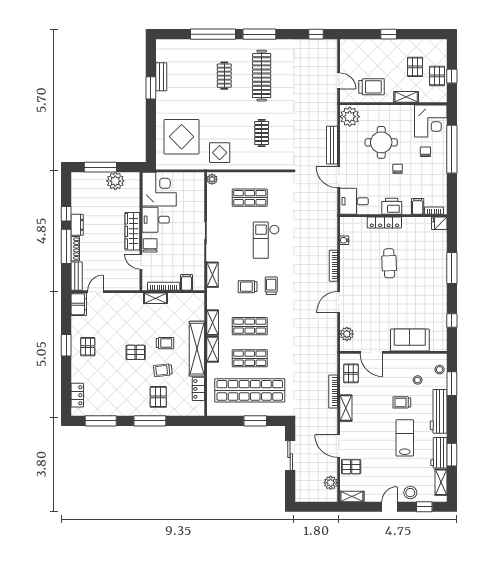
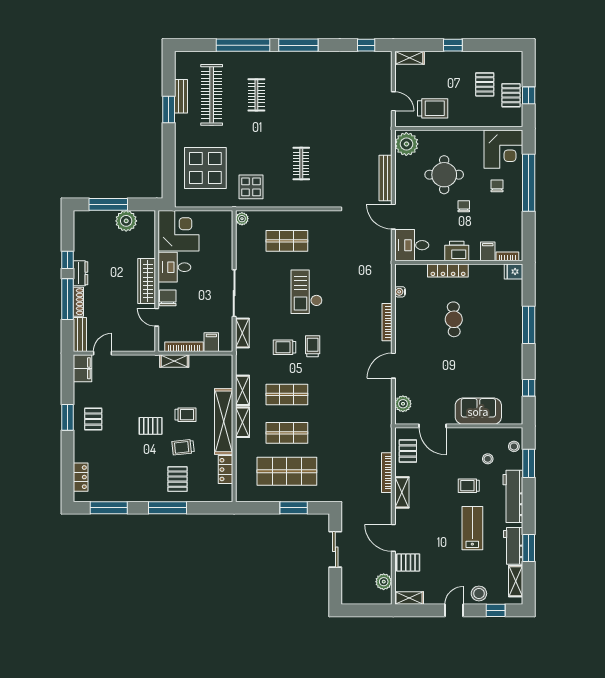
clothes rail: (262, 76) -> (212, 95), moved
shelving: (406, 97) -> (409, 58), moved
shop shelf: (250, 390) -> (287, 471), width x0.71

